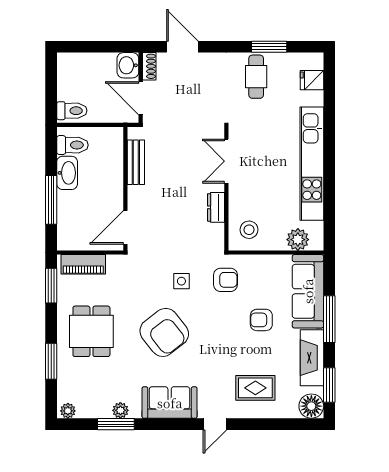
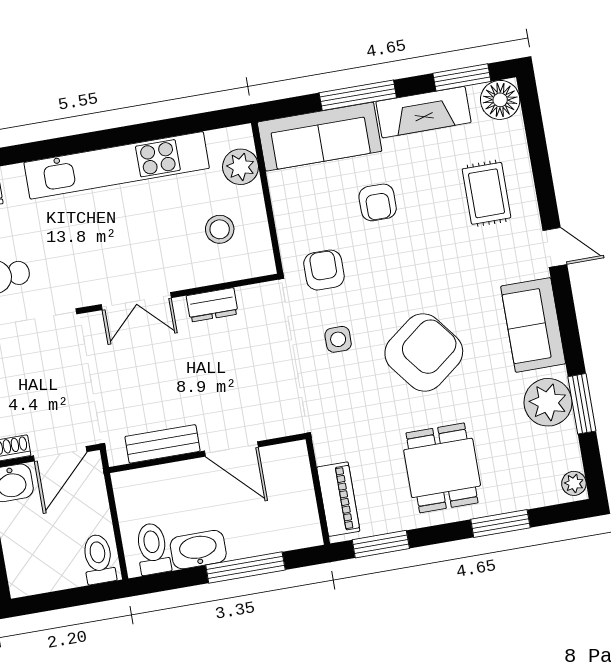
door: (125, 227) -> (231, 449), moved
stool: (249, 230) -> (220, 229), moved
dining table: (91, 331) -> (442, 468), turned 90
plant: (120, 410) -> (548, 402), width x1.88, depth x1.88

